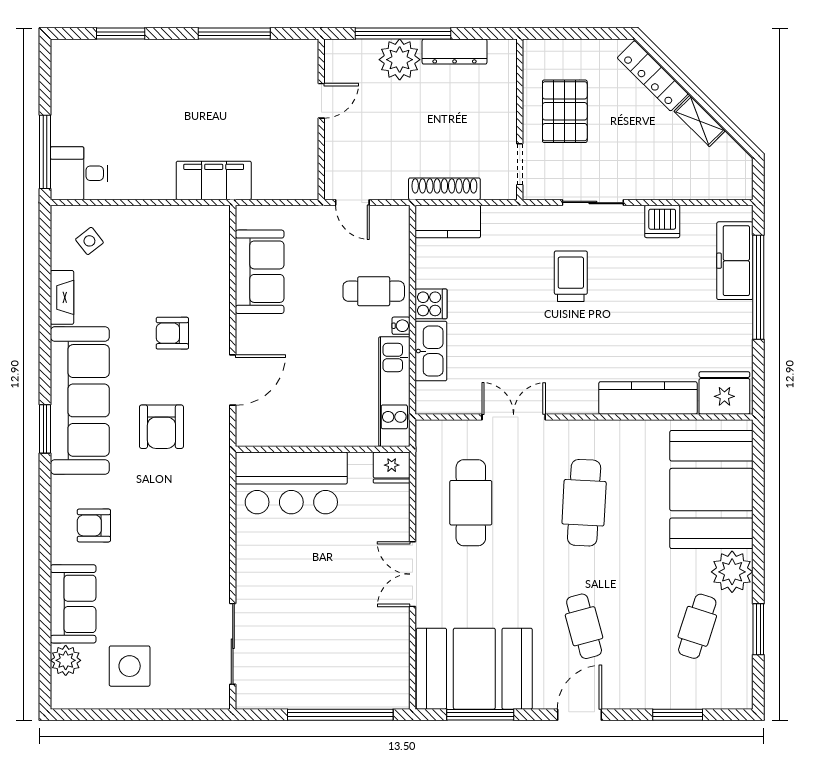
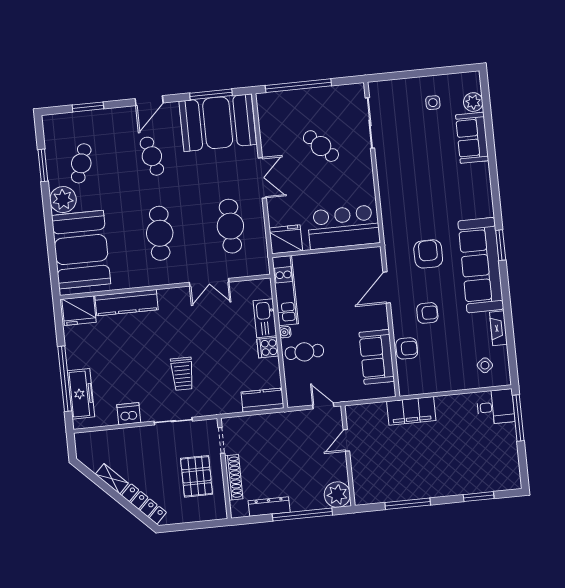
plant: (400, 60) -> (337, 495), moved
door: (321, 101) -> (346, 440), moved
shoe rack: (444, 189) -> (234, 477), moved, turned -90
fridge: (392, 468) -> (286, 239), width x1.36, depth x1.34
armchair: (94, 525) -> (407, 348), moved
cafe table: (314, 615) -> (321, 146), added
side table: (130, 666) -> (433, 103), width x0.54, depth x0.54

